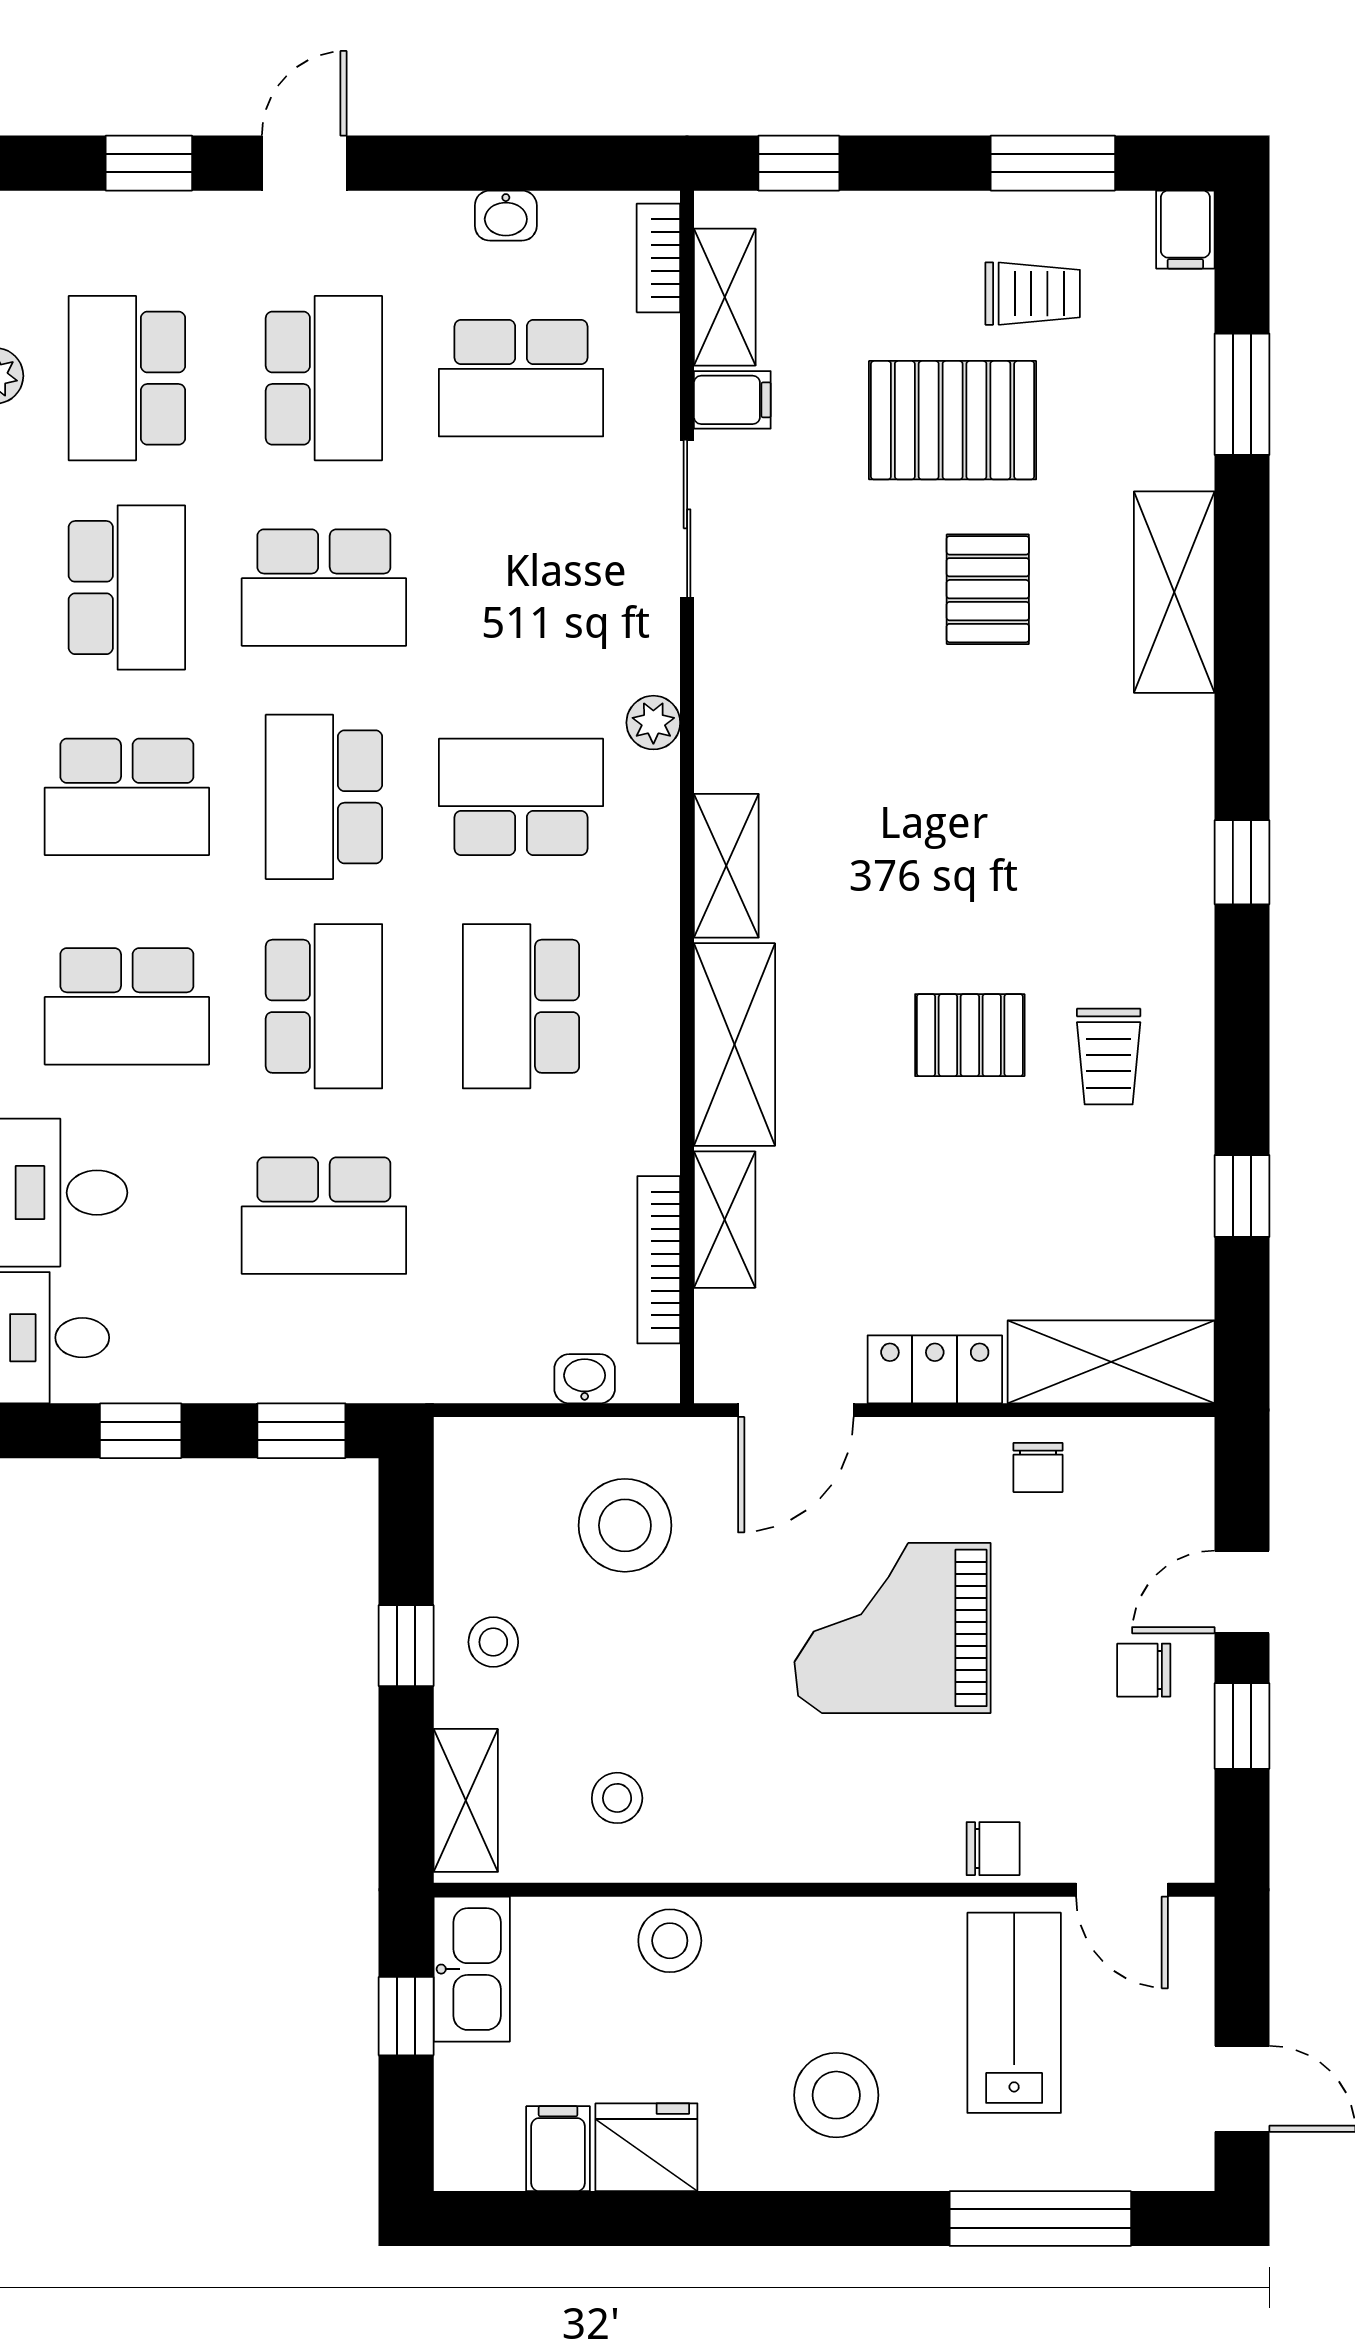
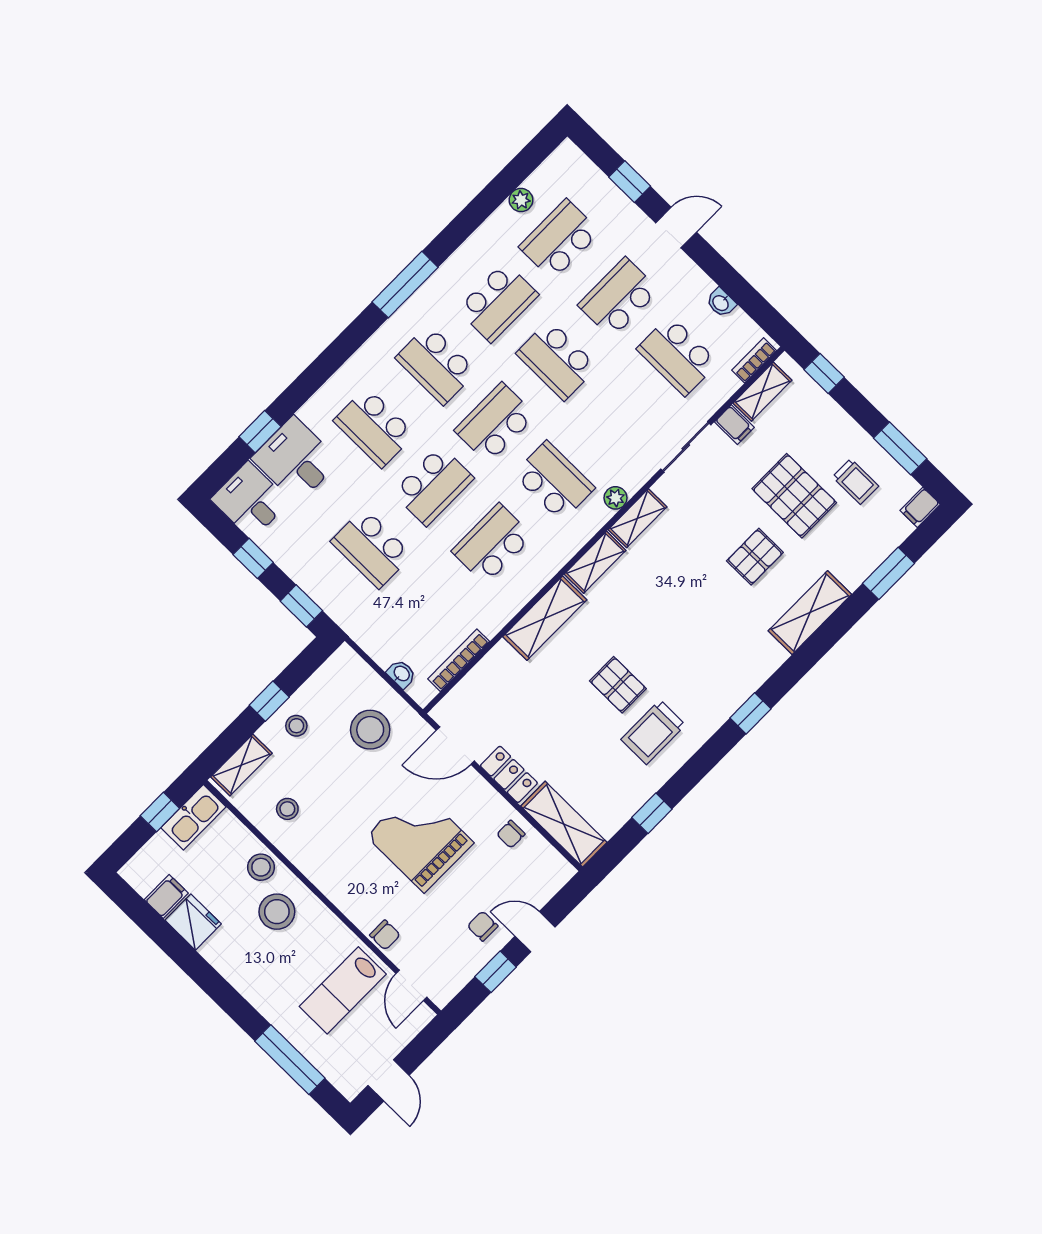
school desk: (324, 378) -> (619, 298), turned 180
trolley: (1109, 1057) -> (653, 732), width x1.36, depth x1.39
shelving: (725, 1220) -> (638, 518), moved
lab bench: (1014, 2013) -> (343, 990), turned 180
stool: (836, 2095) -> (277, 912), moved

